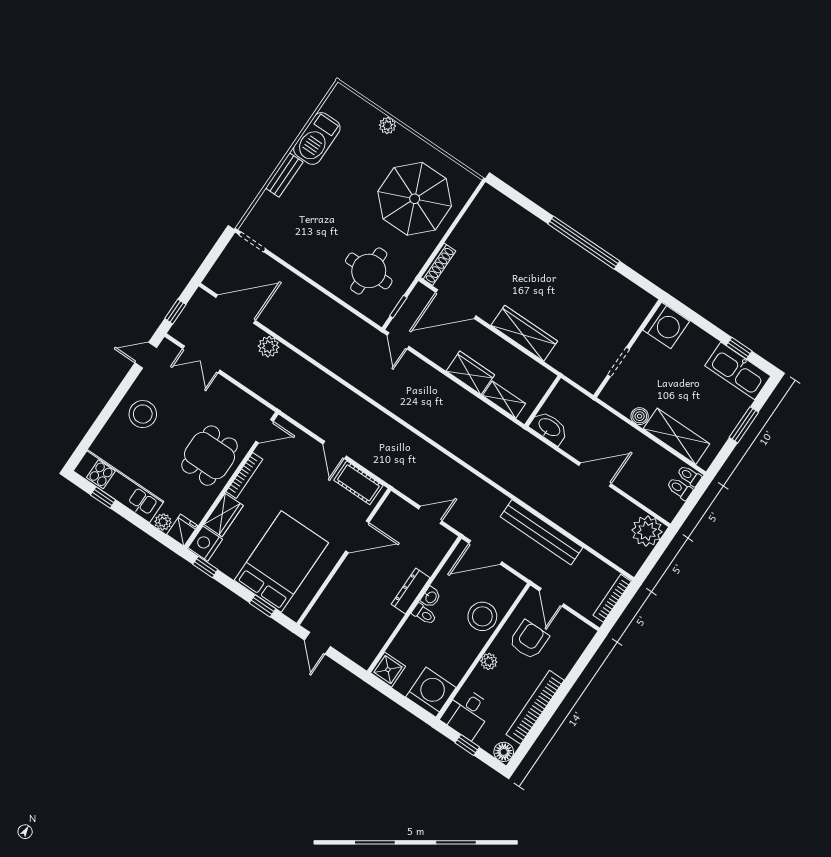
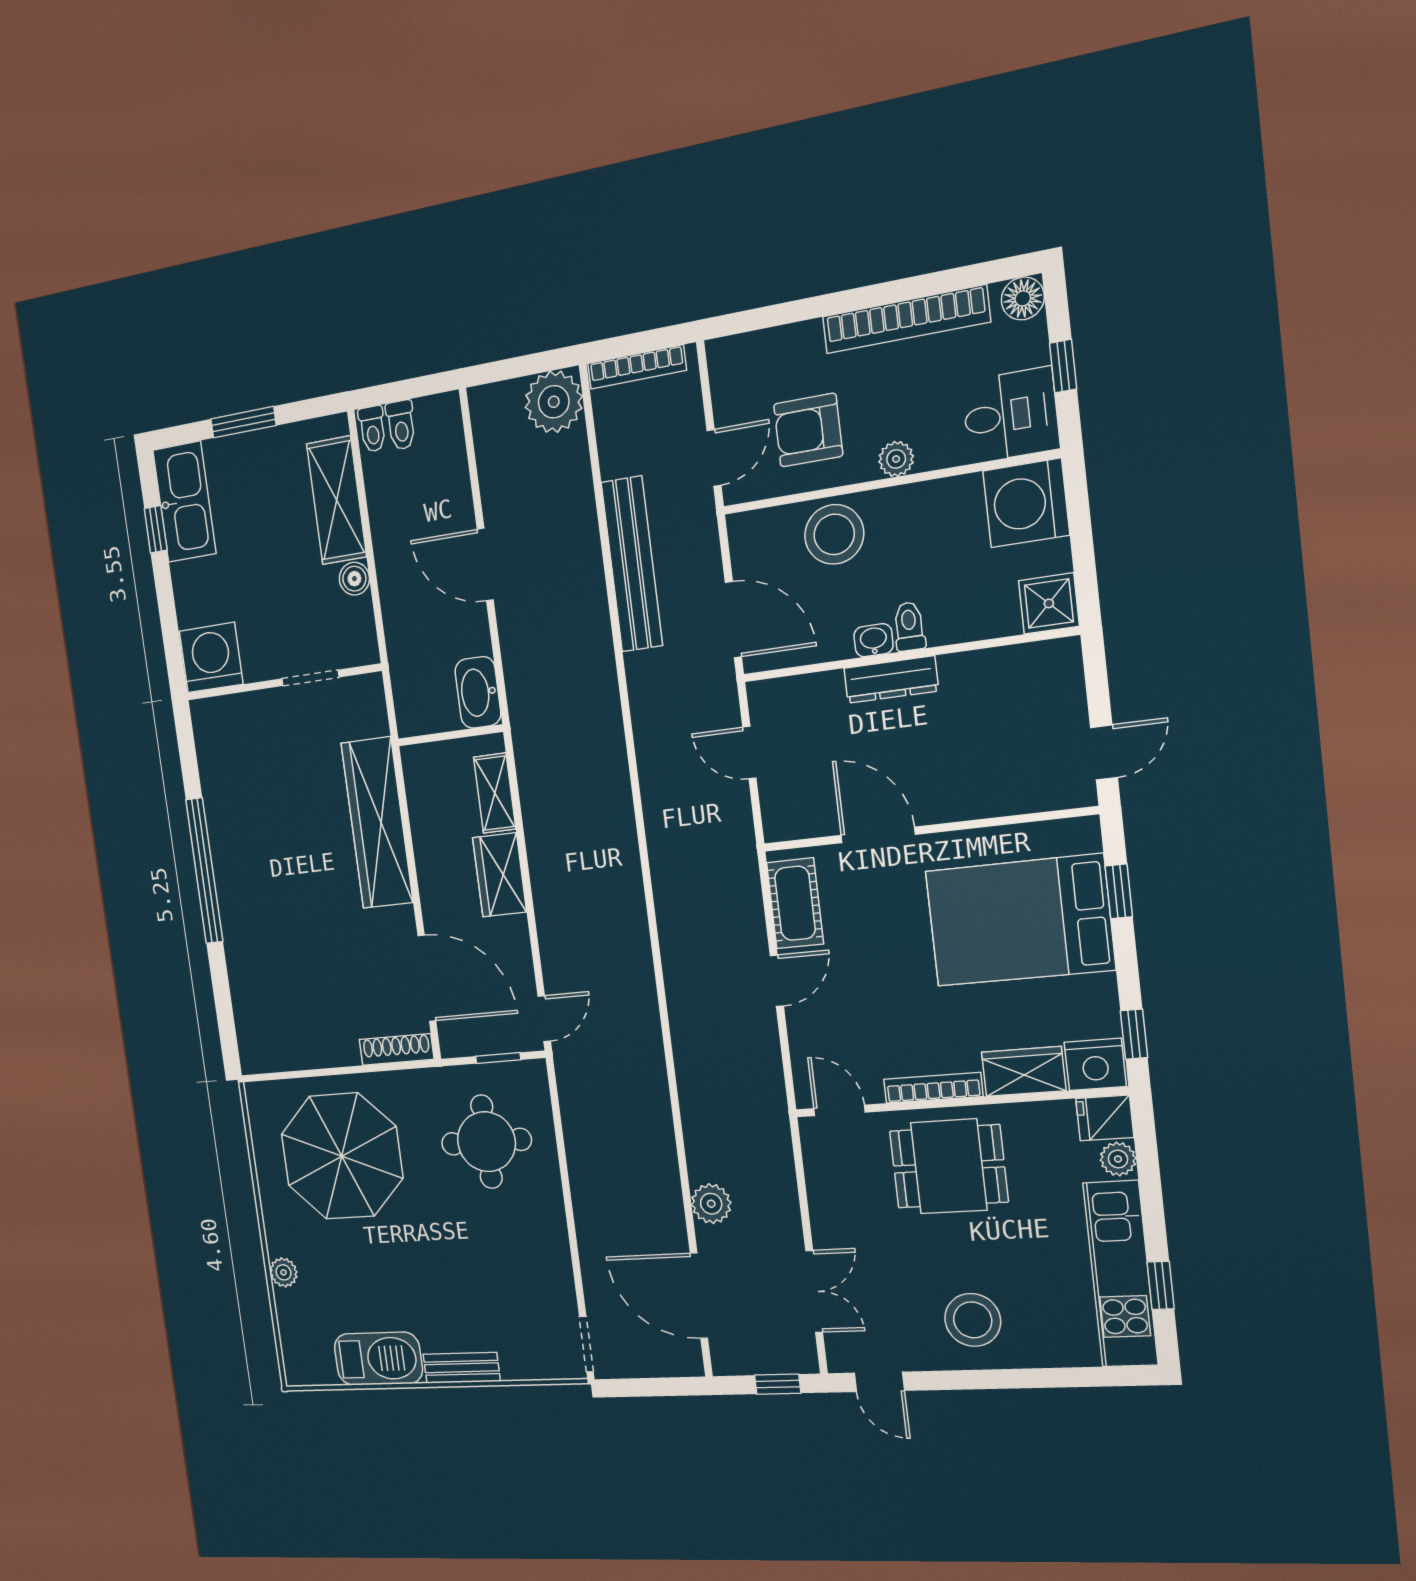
wardrobe: (524, 333) -> (377, 823), width x1.40, depth x1.17
plant: (647, 531) -> (554, 402), moved

